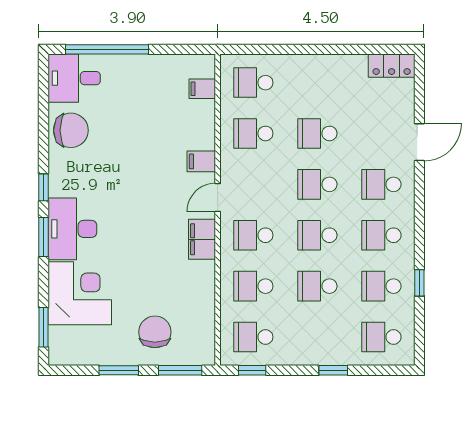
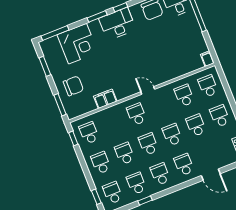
school desk: (317, 83) -> (220, 116), added
filing cabinet: (202, 89) -> (207, 59), moved
filing cabinet: (201, 161) -> (162, 76), removed
desk: (72, 229) -> (117, 24), moved
filing cabinet: (202, 239) -> (105, 99), moved
school desk: (253, 286) -> (101, 163), moved
window: (44, 327) -> (55, 33), width x1.44
window: (119, 370) -> (45, 66), moved
window: (333, 370) -> (96, 197), moved

